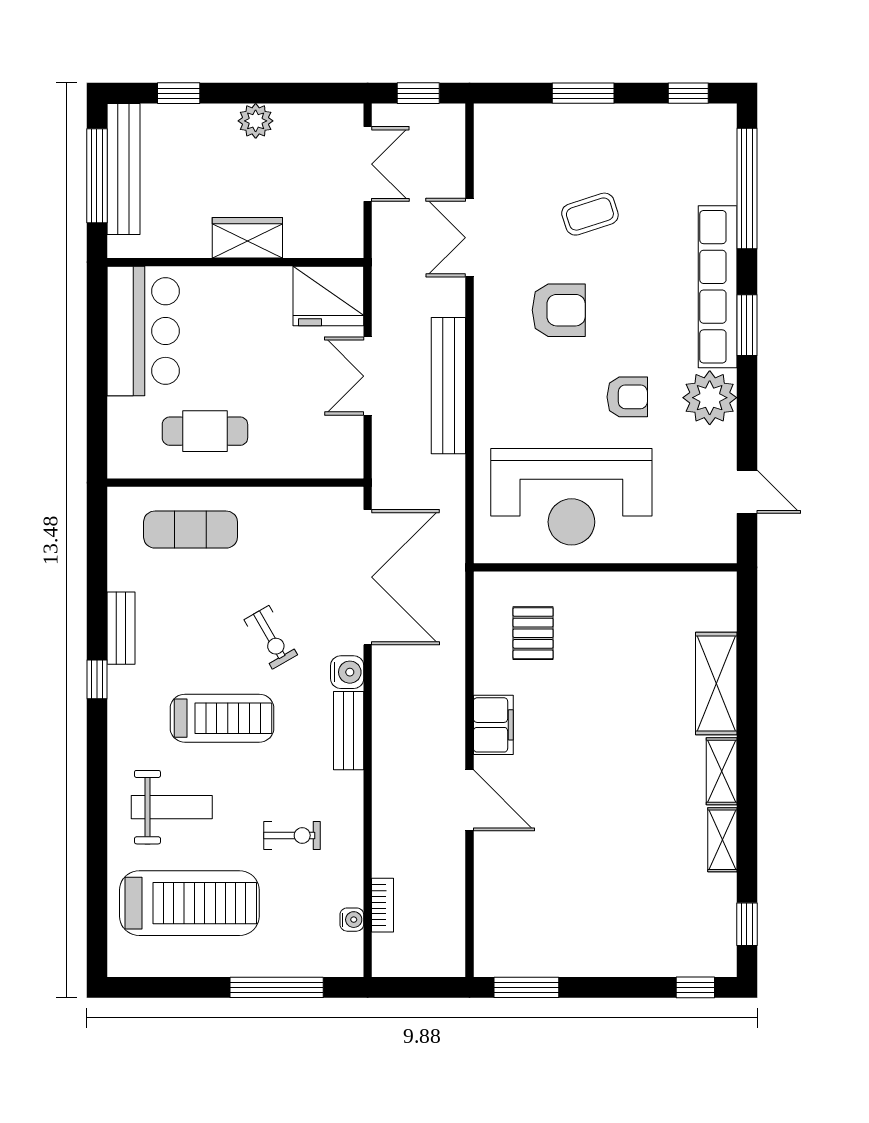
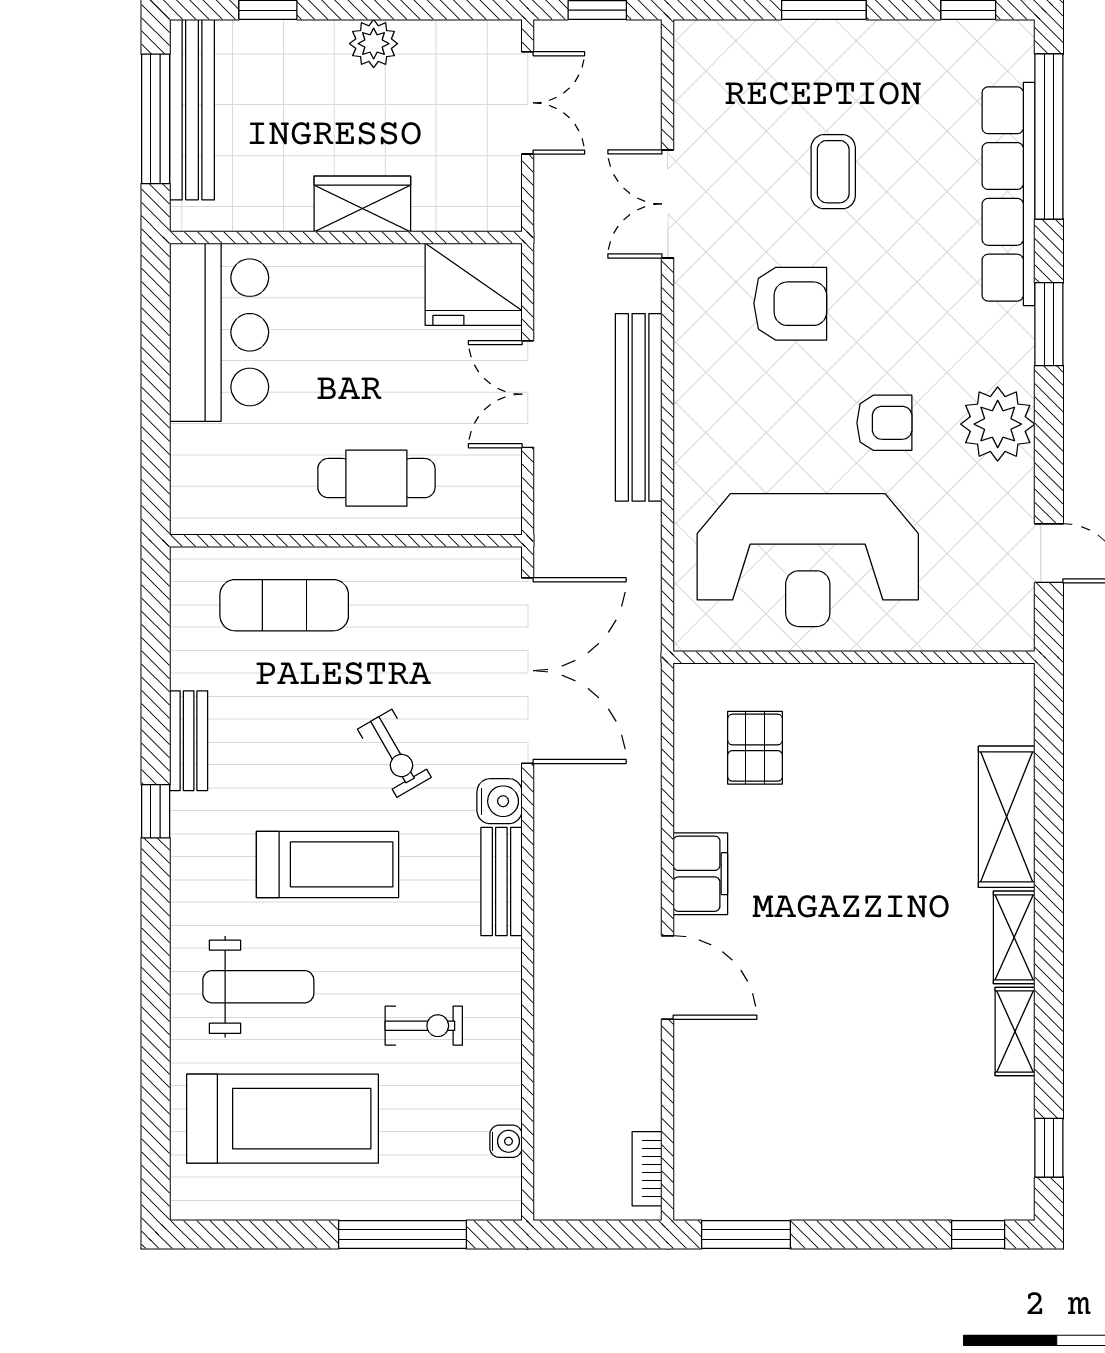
coffee table: (590, 214) -> (833, 172), turned -72
row of seats: (718, 287) -> (1009, 194), moved
cafe table: (205, 431) -> (376, 478), moved
bookcase: (383, 905) -> (647, 1169), moved, turned 180

